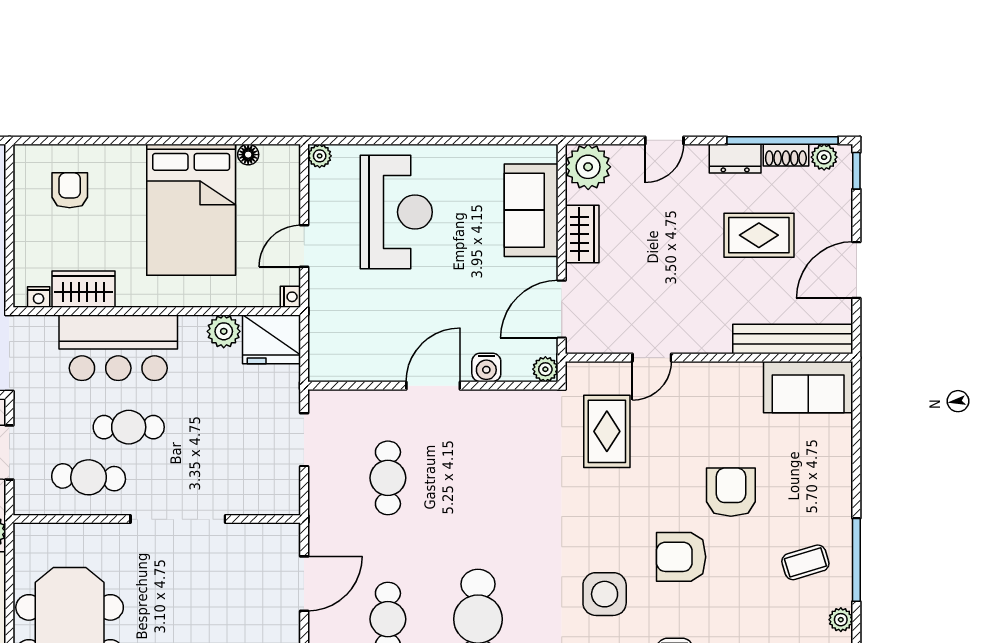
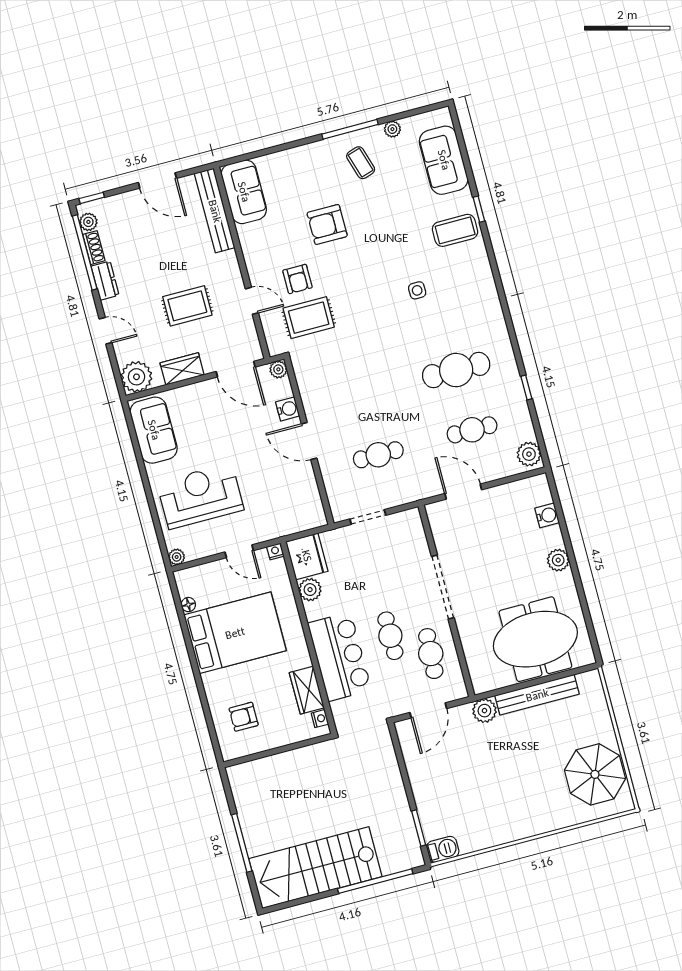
sofa: (531, 210) -> (154, 430), moved, turned -90
rug: (759, 235) -> (187, 306), moved, turned 90
armchair: (681, 557) -> (297, 279), moved, width x0.72, depth x0.72
side table: (605, 594) -> (417, 290), width x0.54, depth x0.54

